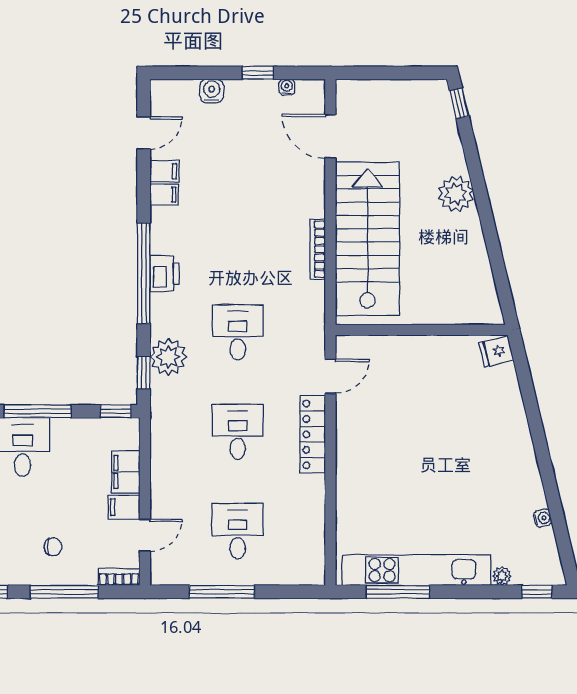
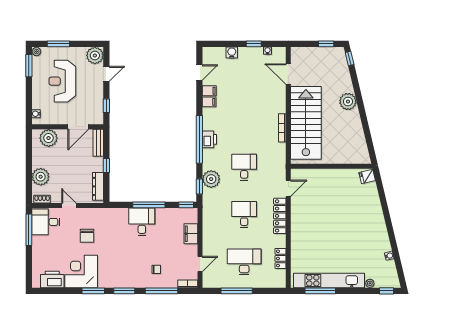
window: (410, 73) -> (326, 44), added
filing cabinet: (124, 507) -> (190, 250), removed
locker: (314, 524) -> (280, 258), added
desk: (238, 531) -> (244, 262), width x1.37

